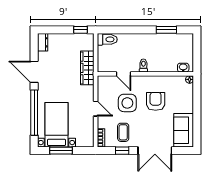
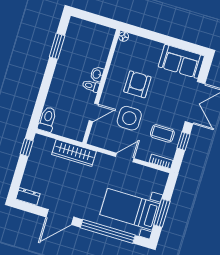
washbasin: (183, 68) -> (97, 74), moved
armchair: (156, 101) -> (137, 84), turned 90

